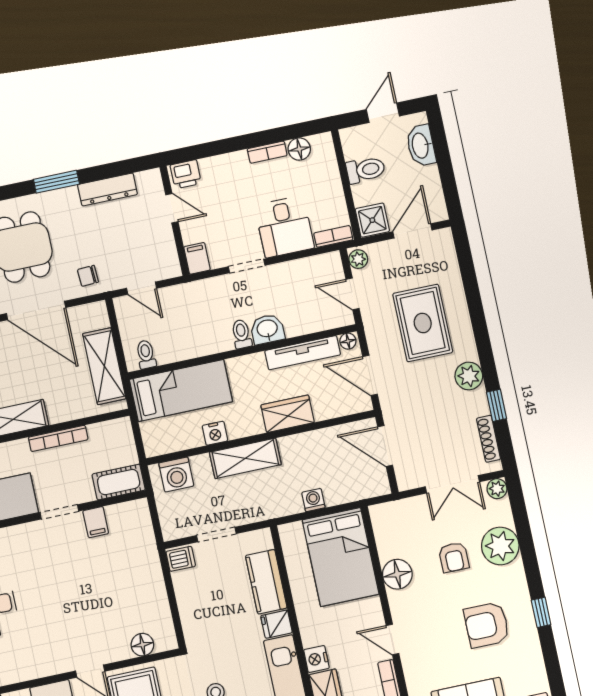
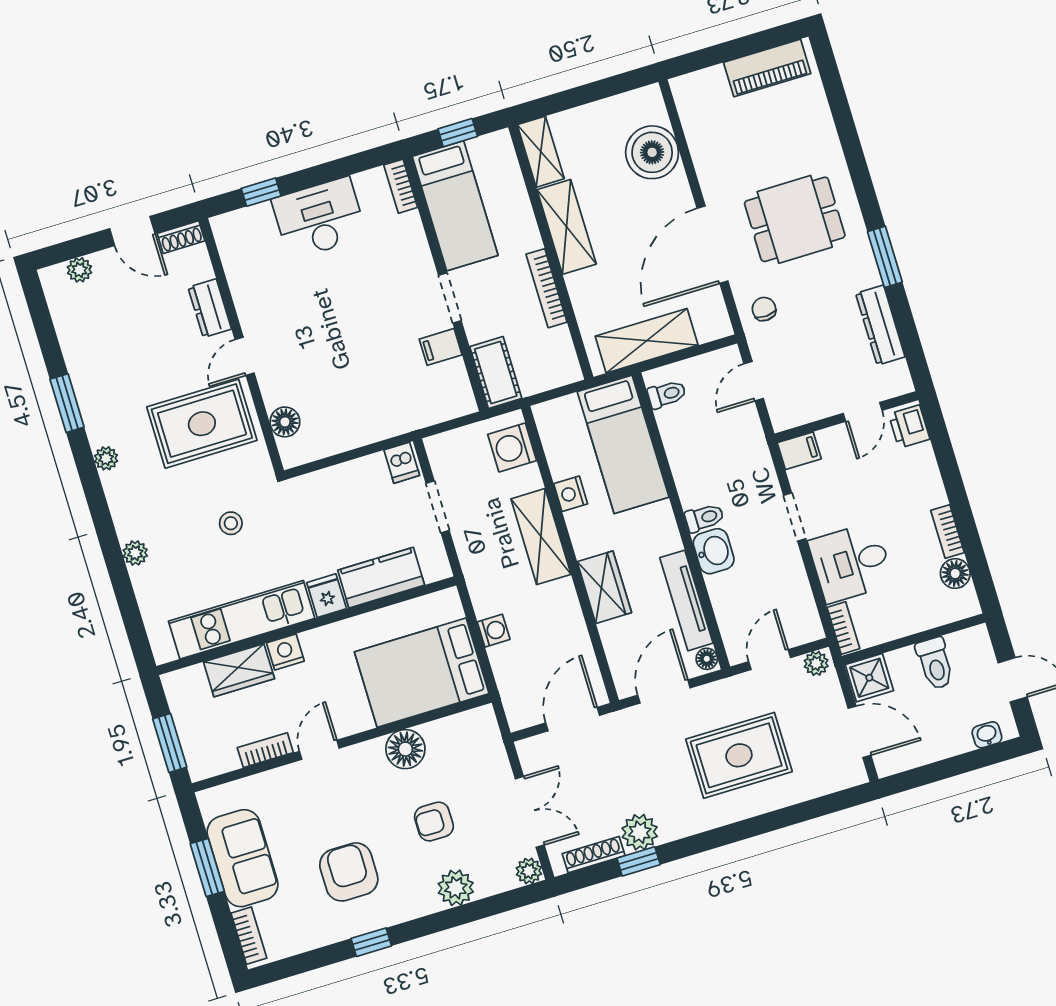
washbasin: (421, 146) -> (987, 735), width x0.52, depth x0.69
plant: (469, 376) -> (640, 832), moved
double door: (452, 484) -> (530, 812), swing flipped
plant: (500, 546) -> (456, 888), width x0.73, depth x0.73

